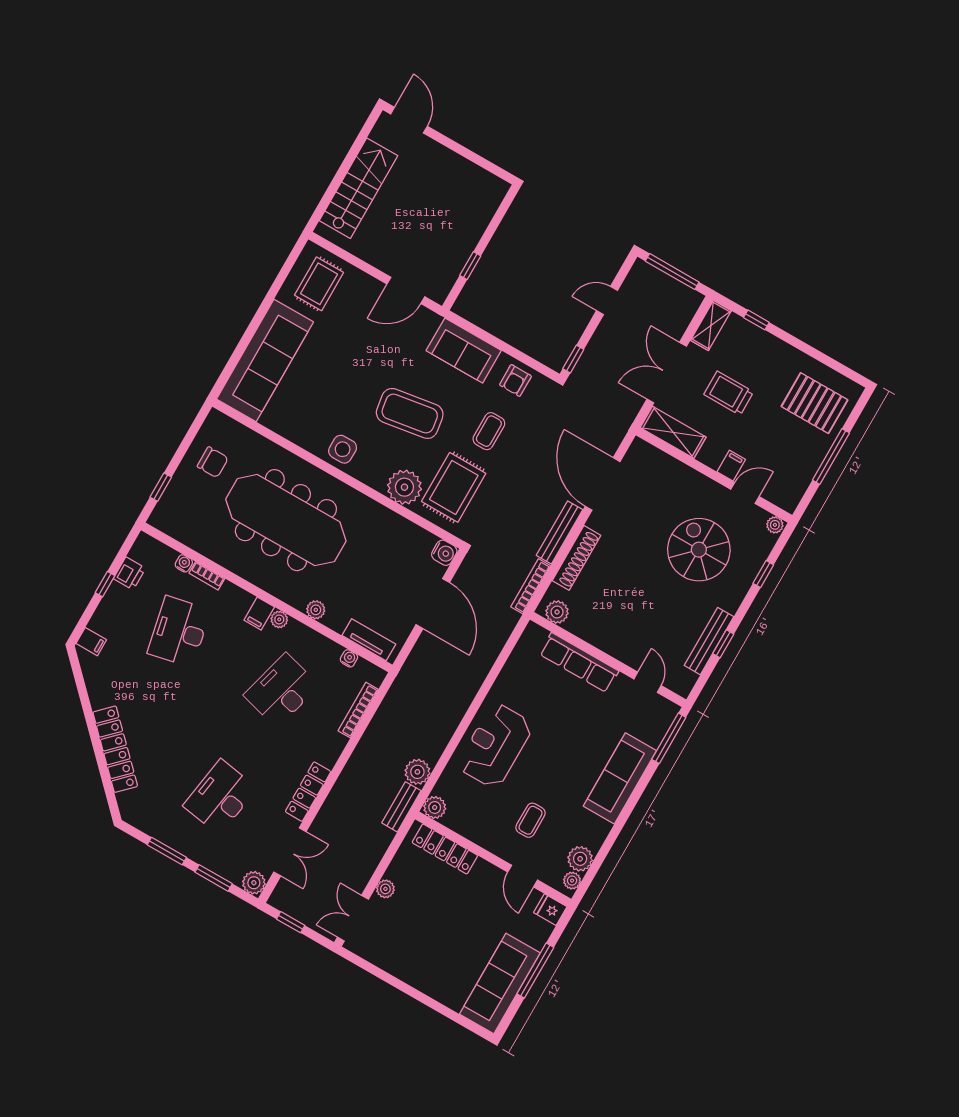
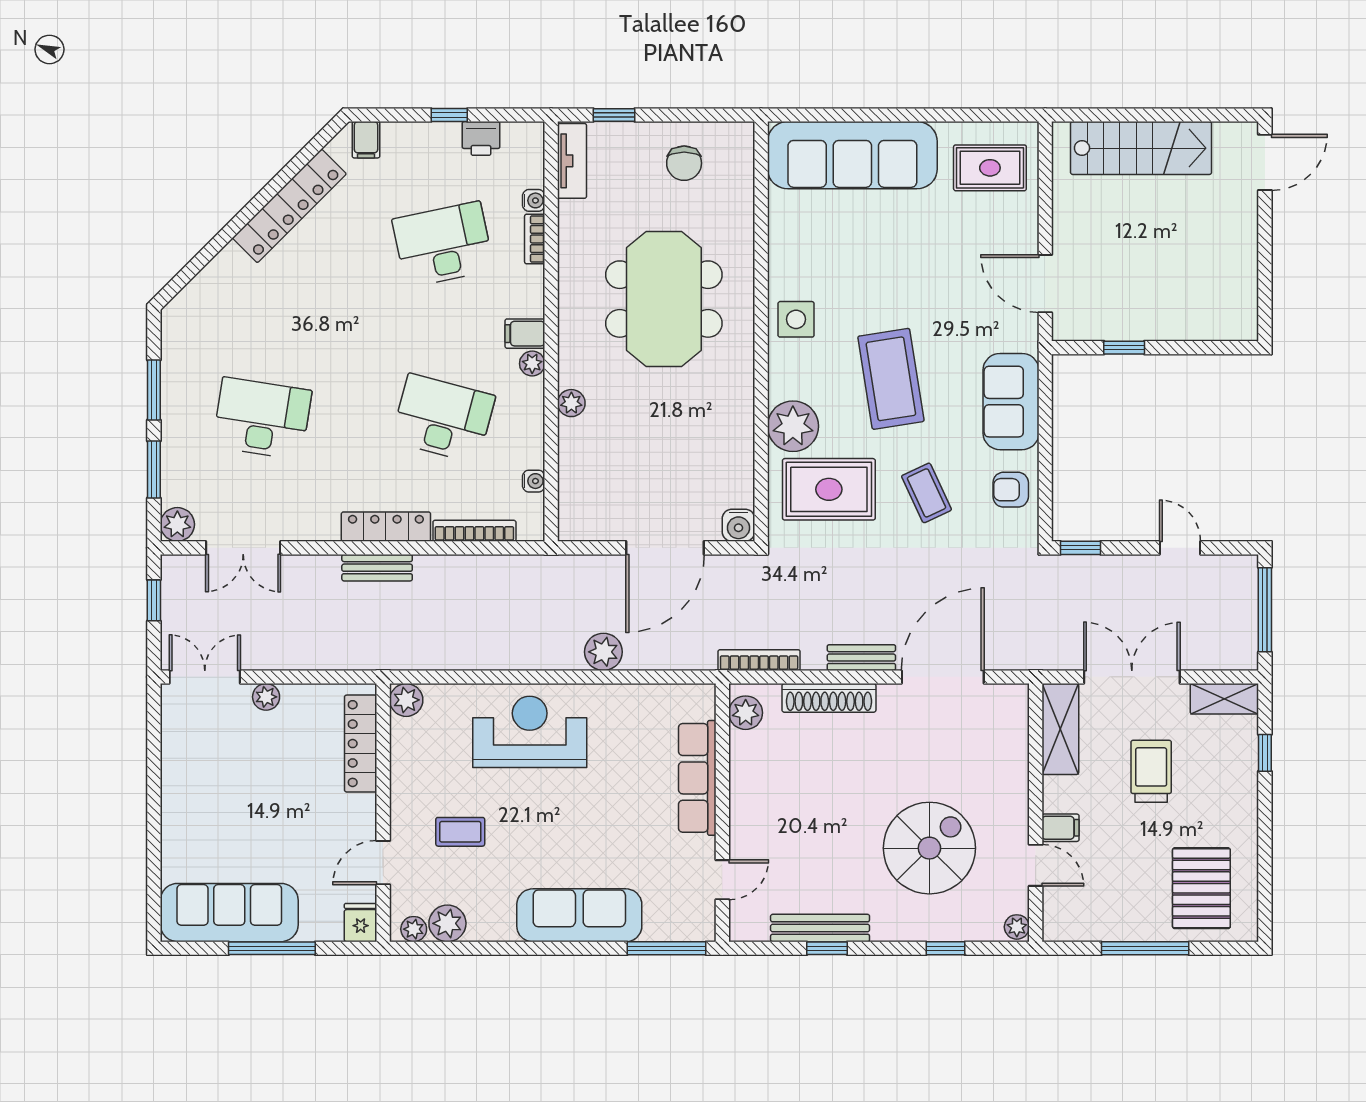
coffee table: (489, 431) -> (927, 493), turned 65
meeting table: (286, 520) -> (664, 299), width x0.73
bench: (560, 532) -> (861, 658), width x0.73
tv unit: (369, 640) -> (572, 161), moved
locker: (115, 749) -> (289, 206), moved
plant: (417, 772) -> (603, 652), moved
locker: (308, 792) -> (386, 527), moved
bench: (401, 807) -> (377, 568), moved

